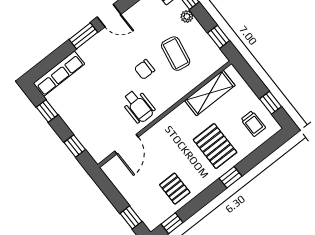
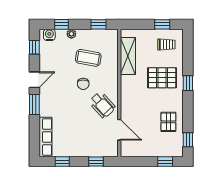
wheelchair: (138, 106) -> (102, 105), turned 48
pallet: (175, 189) -> (168, 122), turned 90

